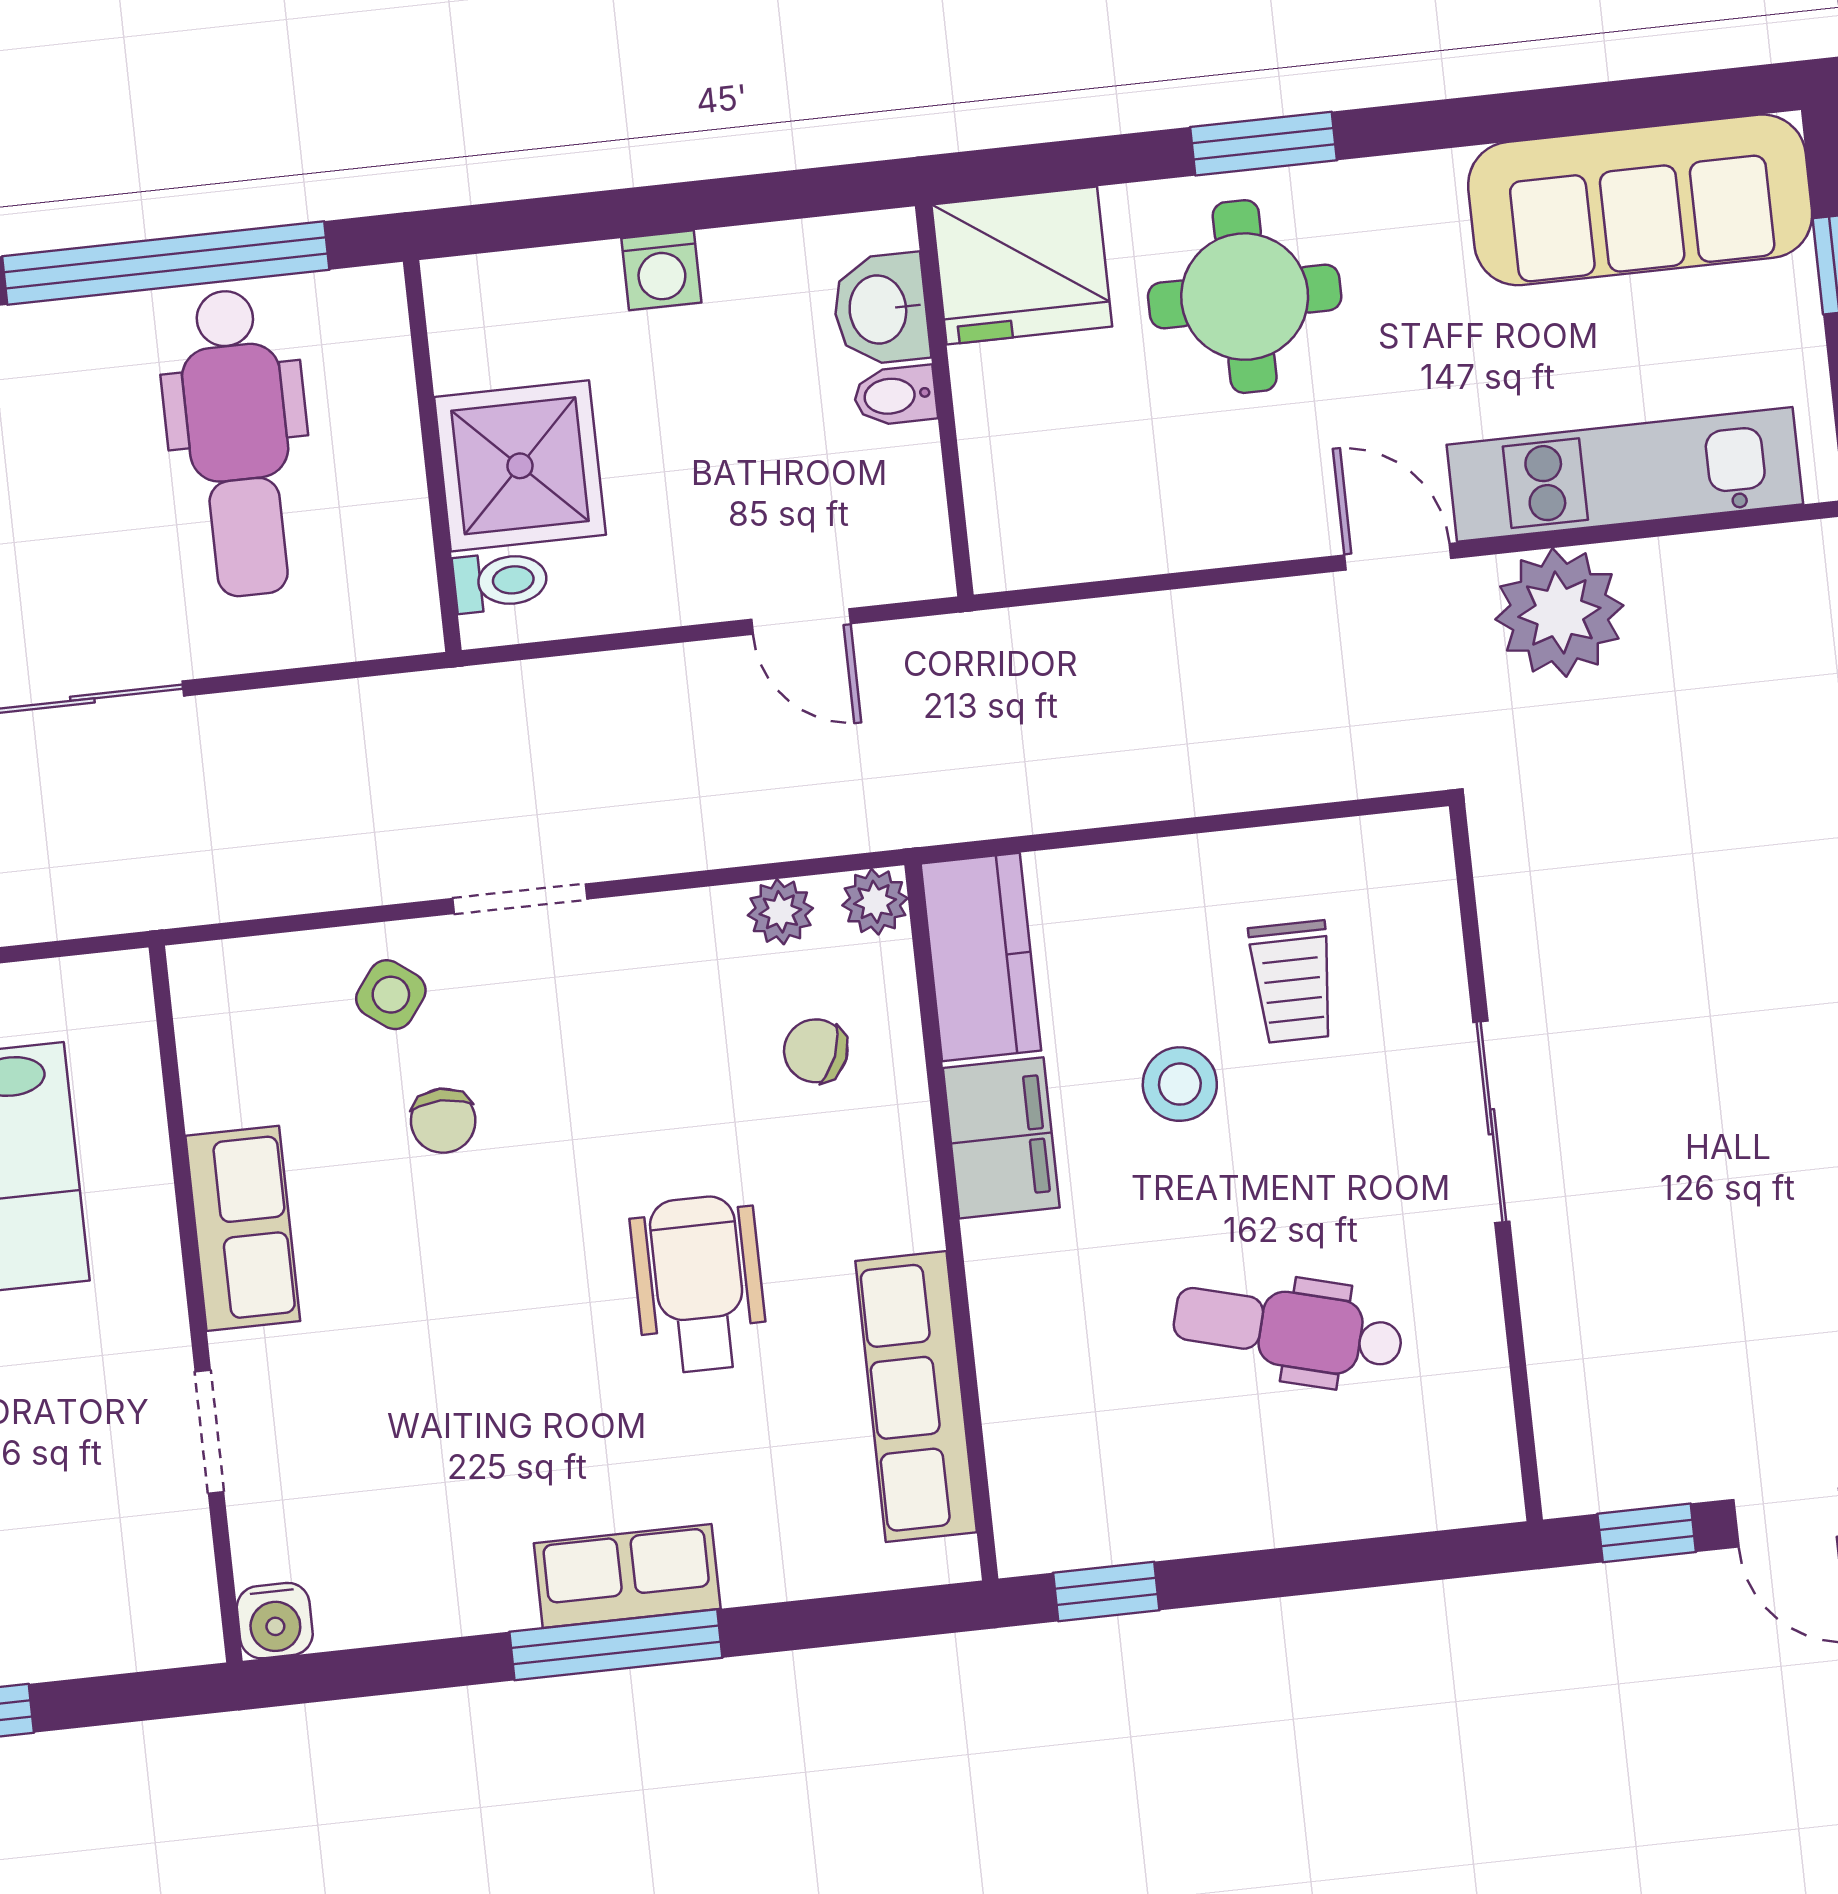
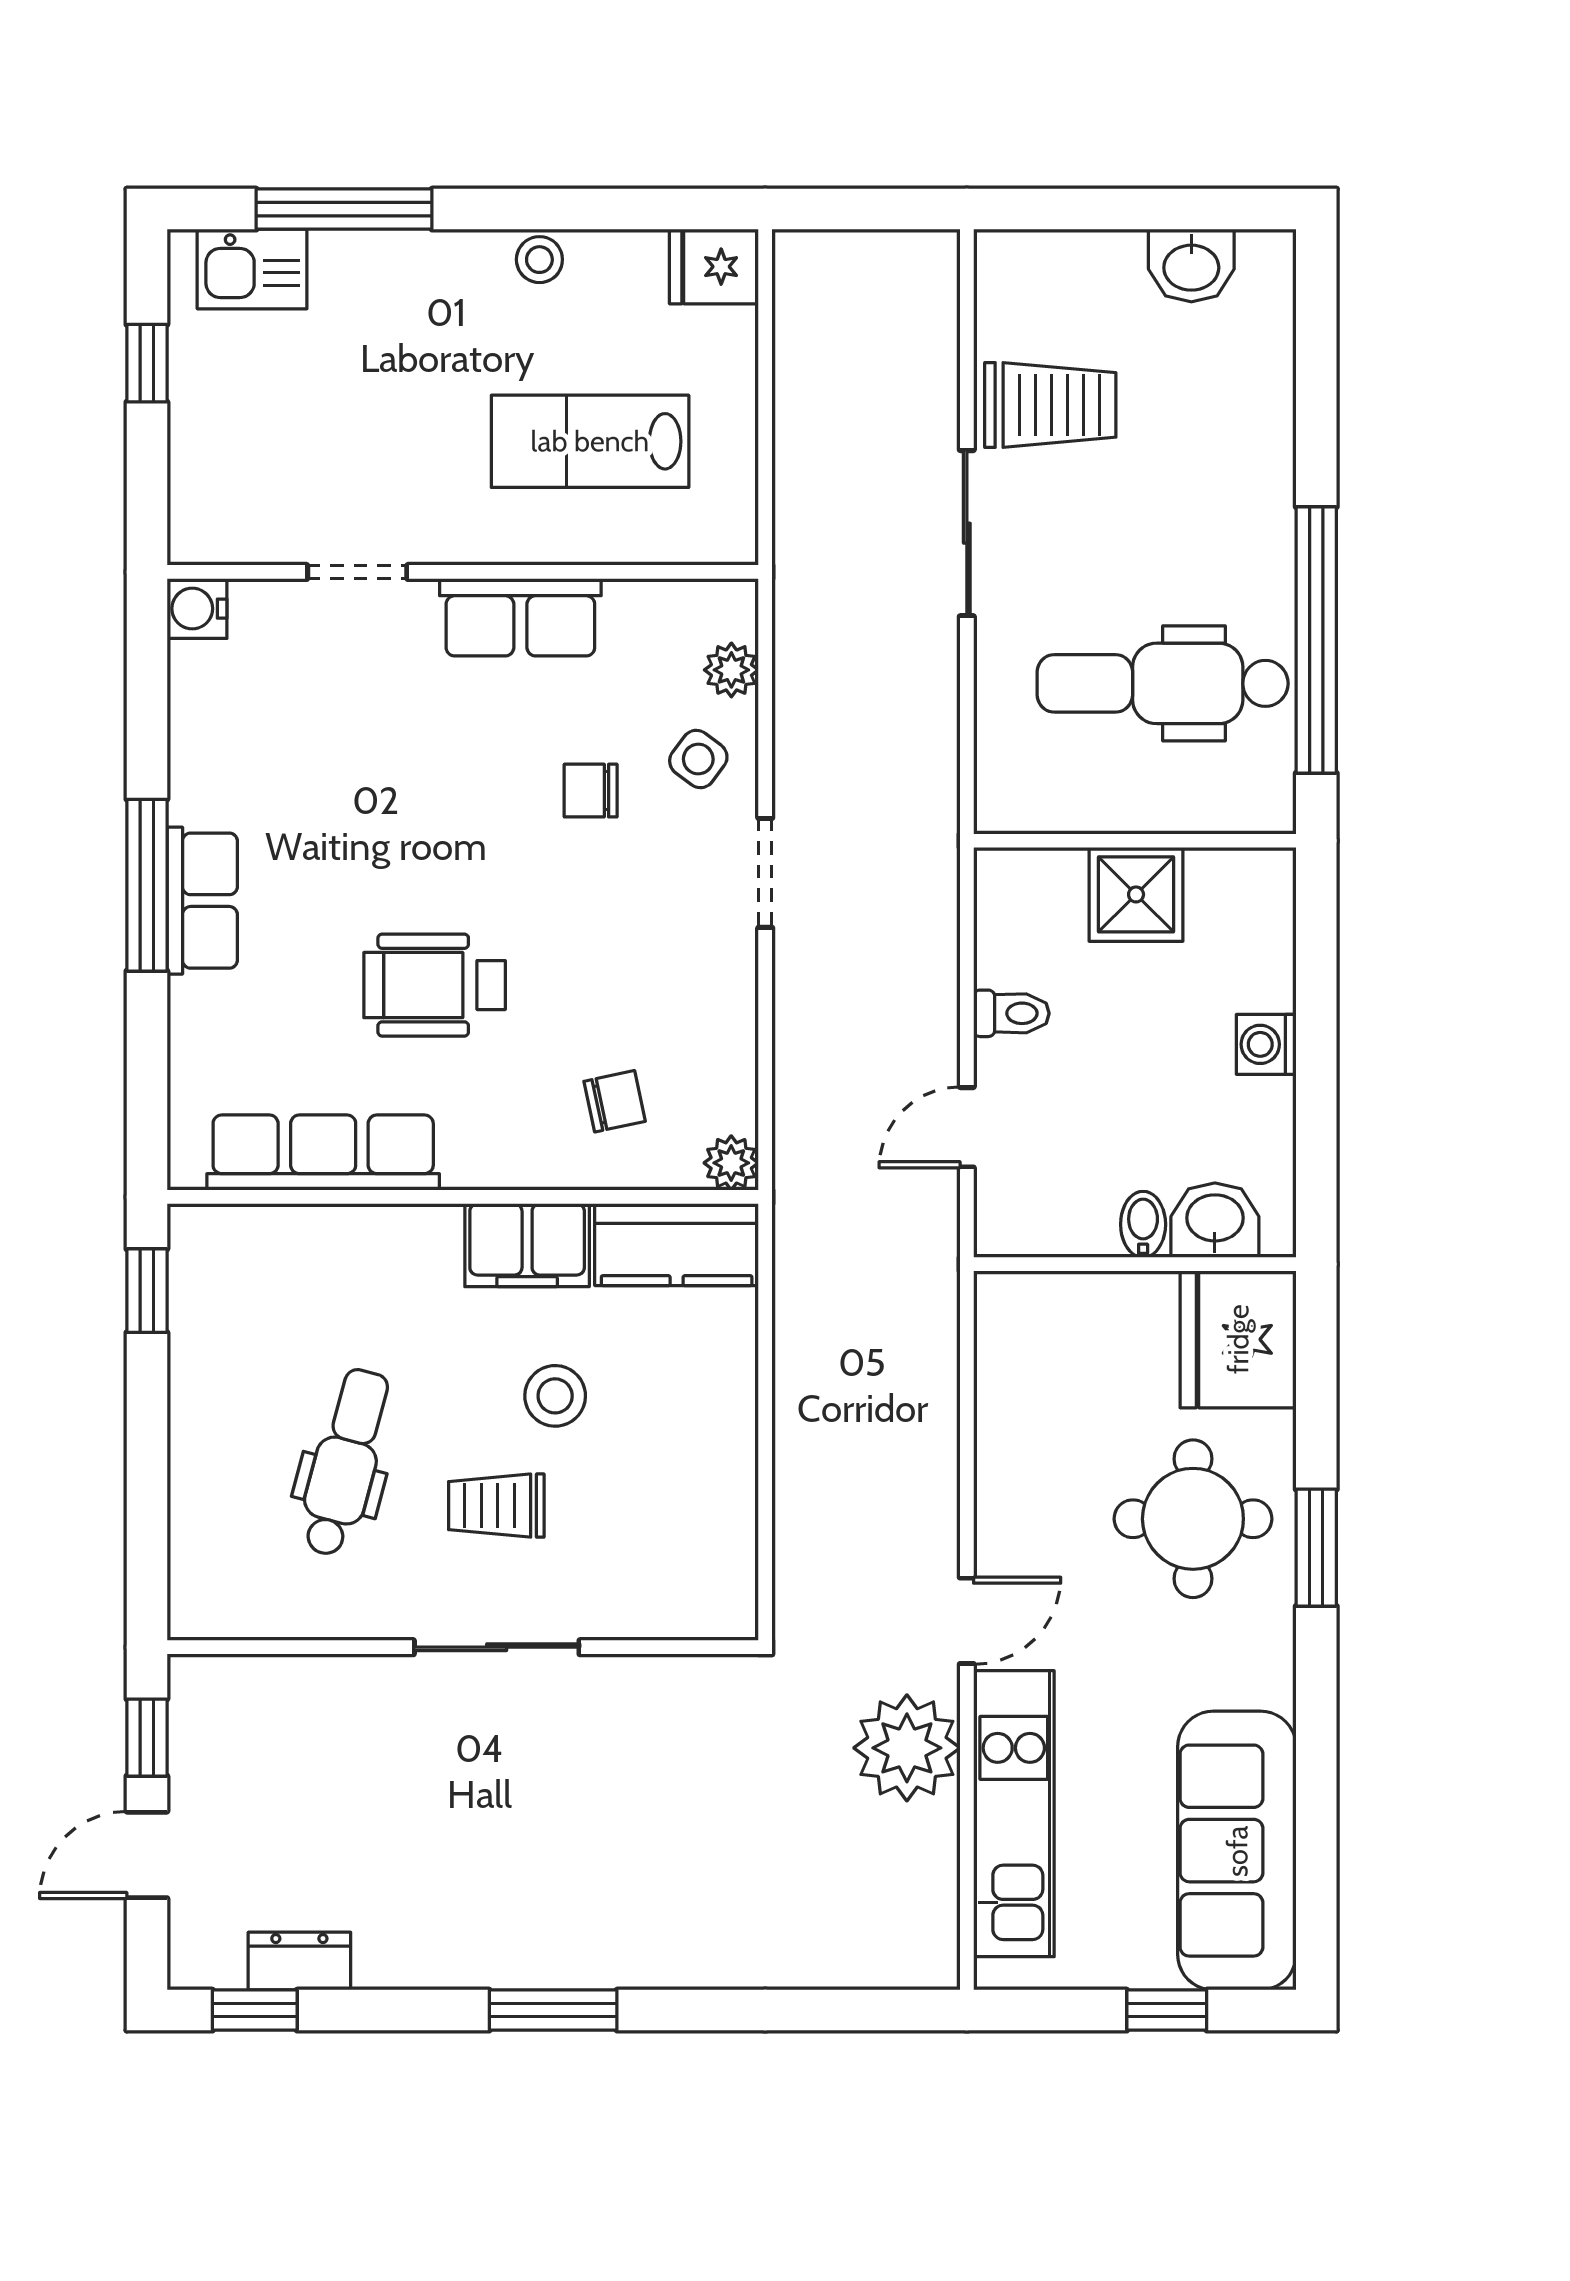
shower: (520, 466) -> (1136, 894), width x0.73, depth x0.73
toilet: (500, 581) -> (1011, 1013), moved, turned -90
plant: (780, 912) -> (731, 670), moved
trolley: (1292, 982) -> (496, 1506), moved
chair: (816, 1051) -> (615, 1101), turned 56
wheelchair: (699, 1284) -> (435, 985), turned 180

